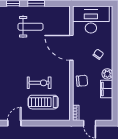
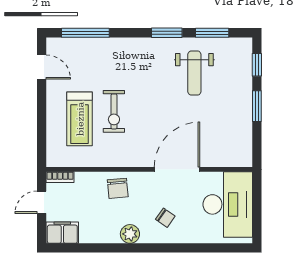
weight bench: (31, 27) -> (194, 73), moved
filing cabinet: (107, 89) -> (62, 233), moved
treadmill: (43, 102) -> (80, 119), turned 180

